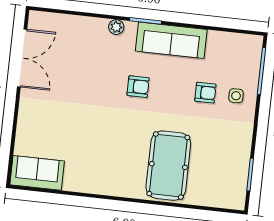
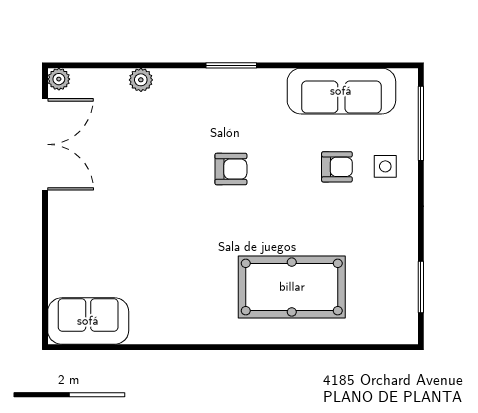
plant: (35, 18) -> (59, 79), added
plant: (116, 27) -> (141, 80), moved
sofa: (171, 40) -> (341, 91), moved
pool table: (168, 166) -> (292, 287), turned 90

